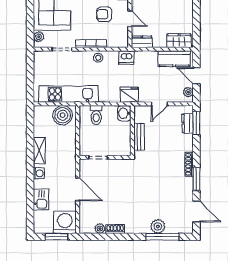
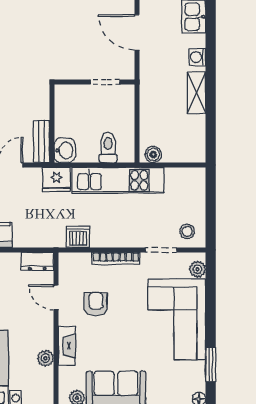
armchair: (104, 14) -> (96, 304), turned -90
stool: (98, 58) -> (187, 231), moved
dishwasher: (126, 58) -> (78, 237), moved
kitchen unit: (69, 94) -> (118, 180), moved
boiler: (63, 115) -> (153, 154), width x0.54, depth x0.54
bench: (139, 137) -> (42, 141), moved

